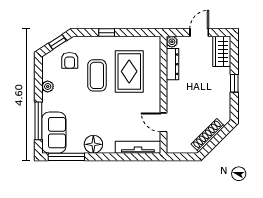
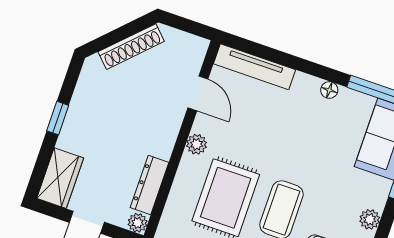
plant: (155, 95) -> (197, 144), added
floor lamp: (93, 144) -> (329, 90), width x0.53, depth x0.53

